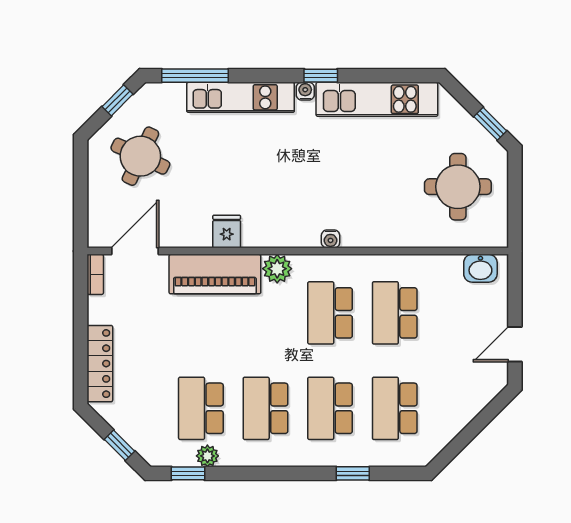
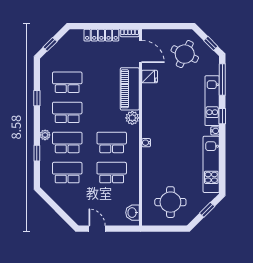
window: (321, 76) -> (222, 116), moved
window: (490, 124) -> (207, 210), moved
fridge: (227, 232) -> (150, 77), moved
locker: (100, 364) -> (101, 35), moved
plant: (207, 456) -> (45, 135), moved
window: (188, 473) -> (37, 98), moved

